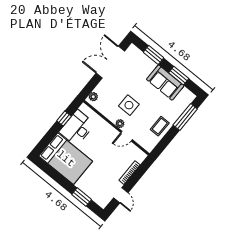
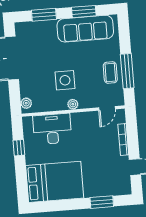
sofa: (165, 83) -> (85, 29), width x1.36
window: (185, 117) -> (127, 71), moved
desk: (77, 128) -> (52, 129), moved, turned 90
door: (127, 136) -> (107, 108), moved

